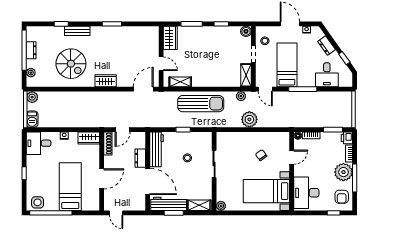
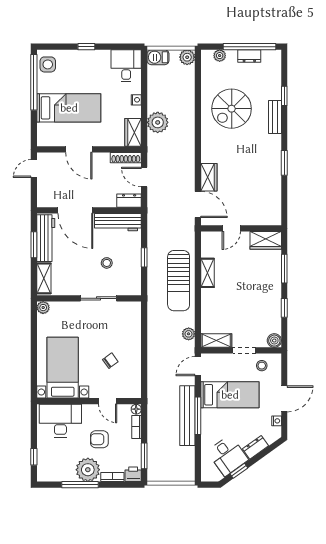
desk: (327, 75) -> (228, 456), moved, turned -126
wardrobe: (106, 81) -> (209, 177), moved
shelving: (180, 82) -> (207, 273), moved
bench: (303, 97) -> (187, 416), added
plant: (249, 119) -> (158, 122), moved
dresser: (140, 158) -> (129, 201), moved
door: (148, 181) -> (75, 210), hinge flipped
armchair: (342, 197) -> (99, 439), moved

